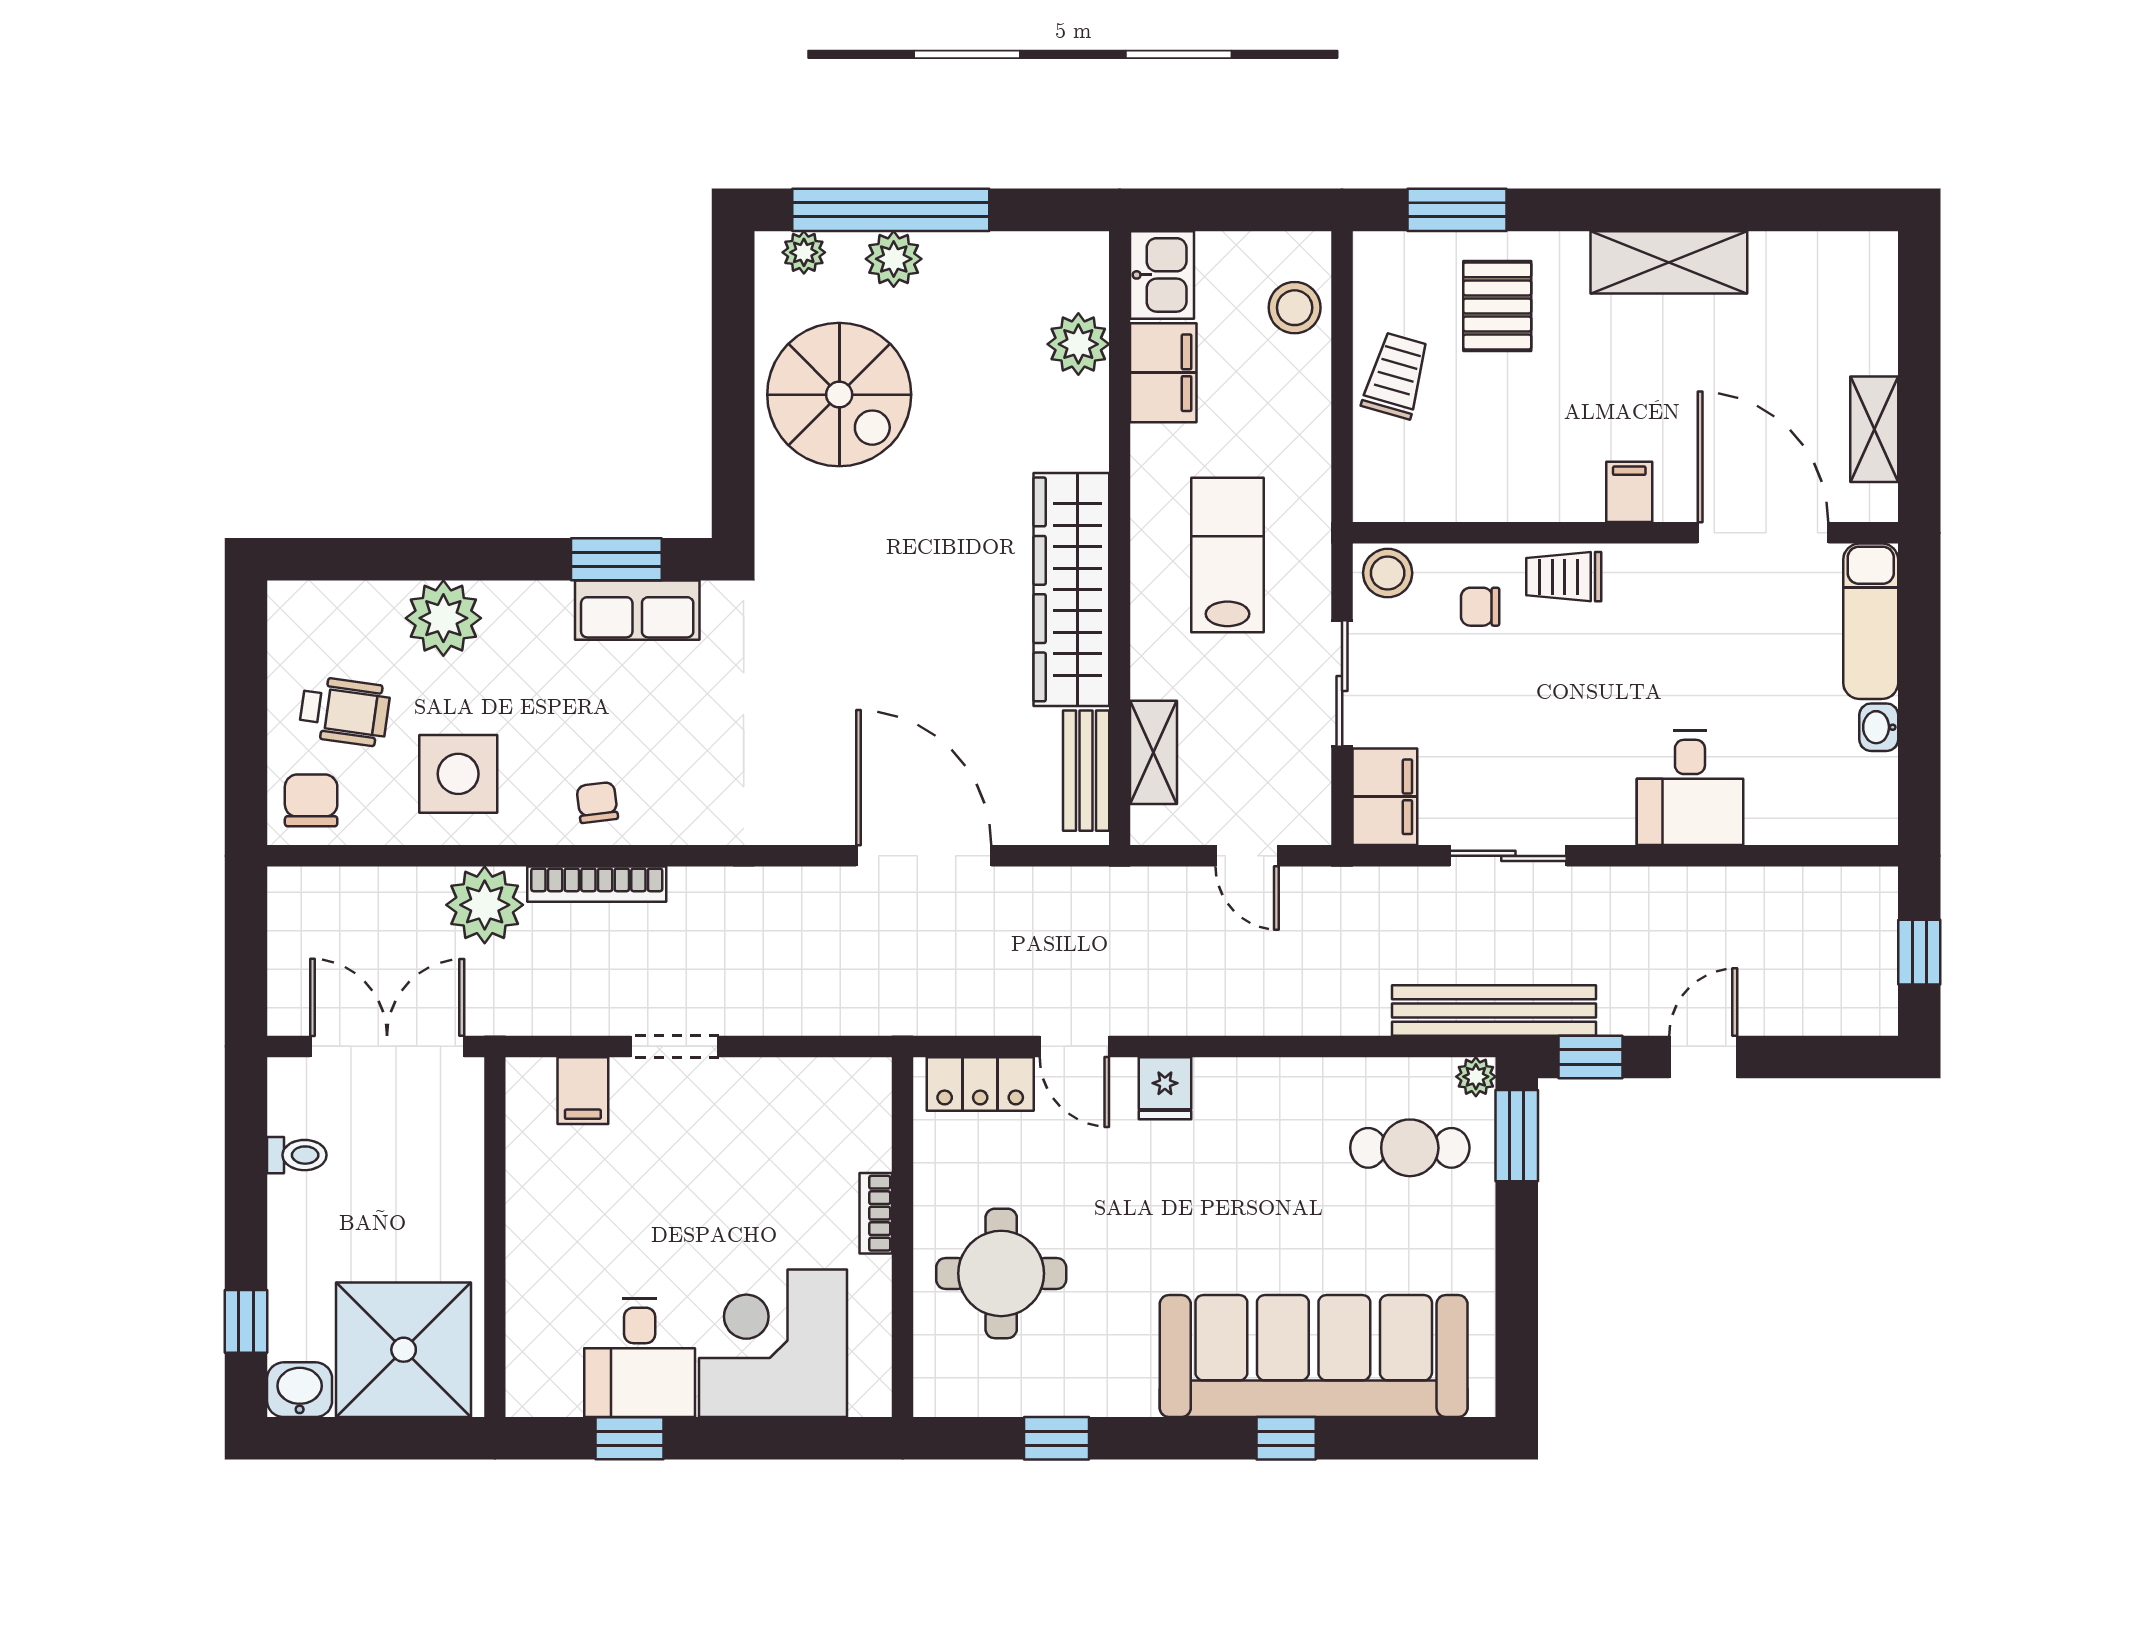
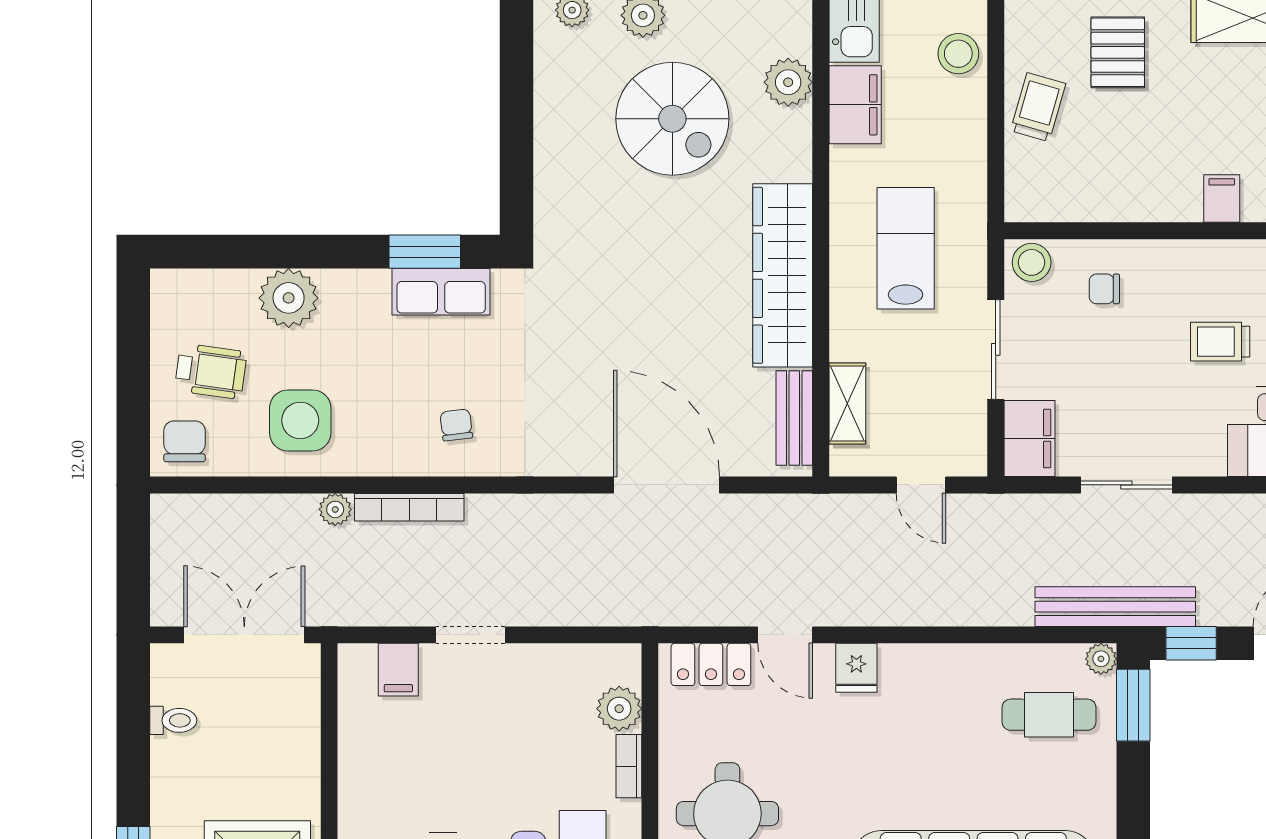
spiral stairs: (839, 395) -> (672, 119), moved
trolley: (1564, 577) -> (1220, 342), moved
chair: (597, 802) -> (456, 425), moved
plant: (485, 905) -> (335, 509), width x0.53, depth x0.53
plant: (863, 1140) -> (619, 709), added

